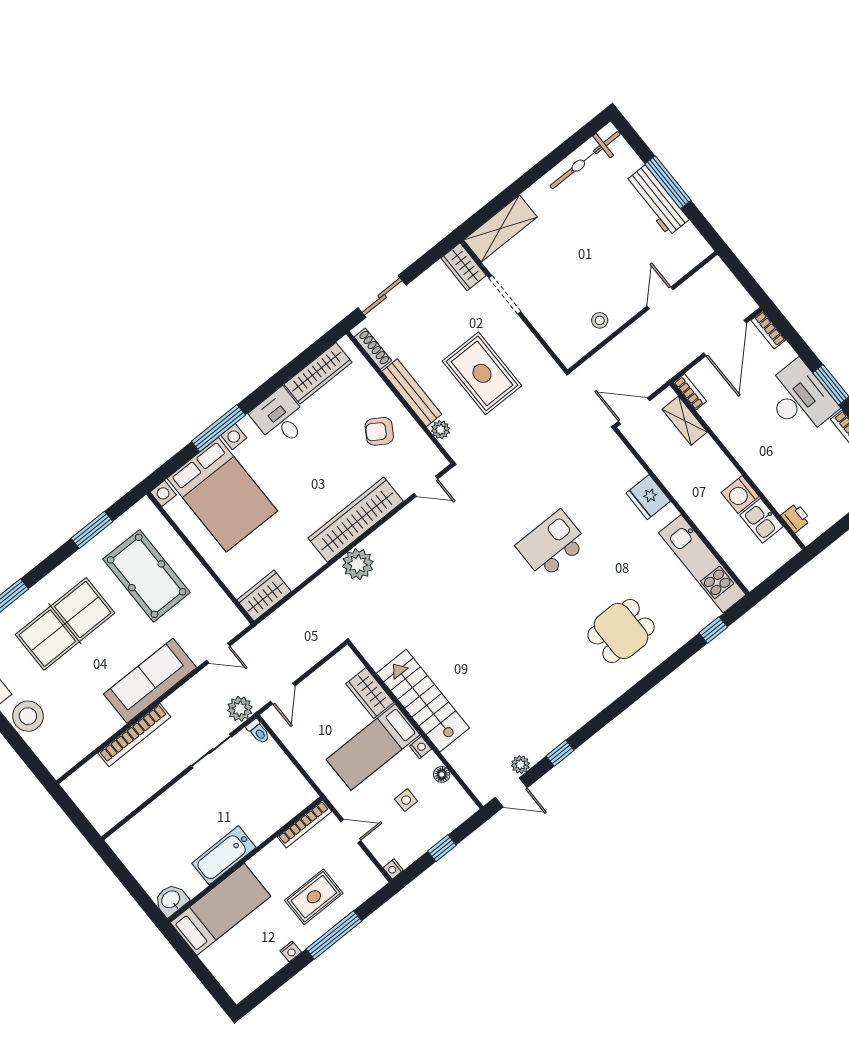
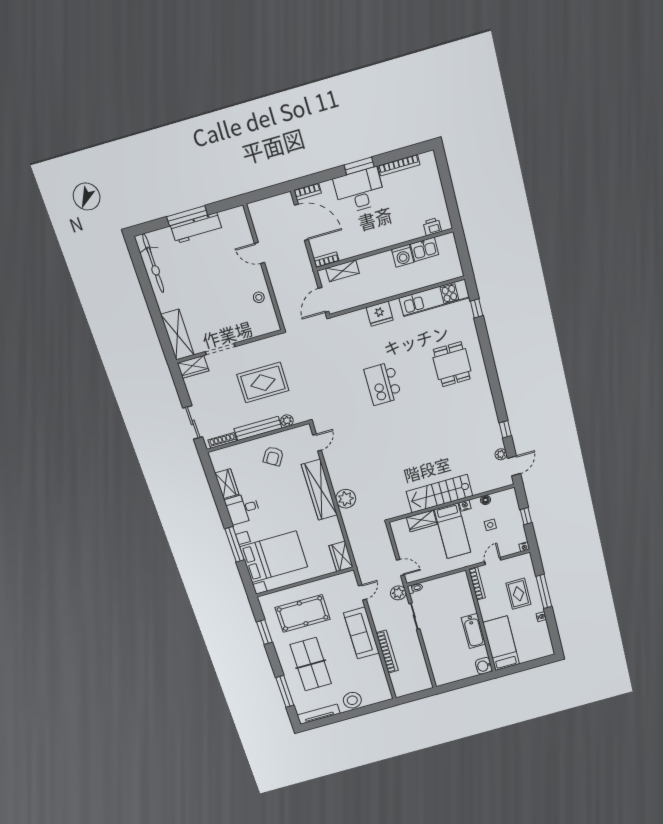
wardrobe: (318, 373) -> (227, 484), width x0.67

